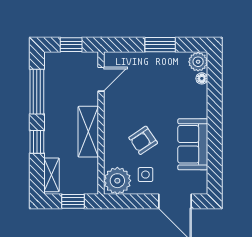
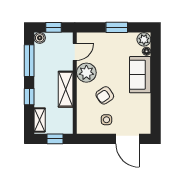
boiler: (52, 60) -> (40, 38), added
sofa: (193, 144) -> (140, 75), moved
plant: (117, 181) -> (86, 73), moved

